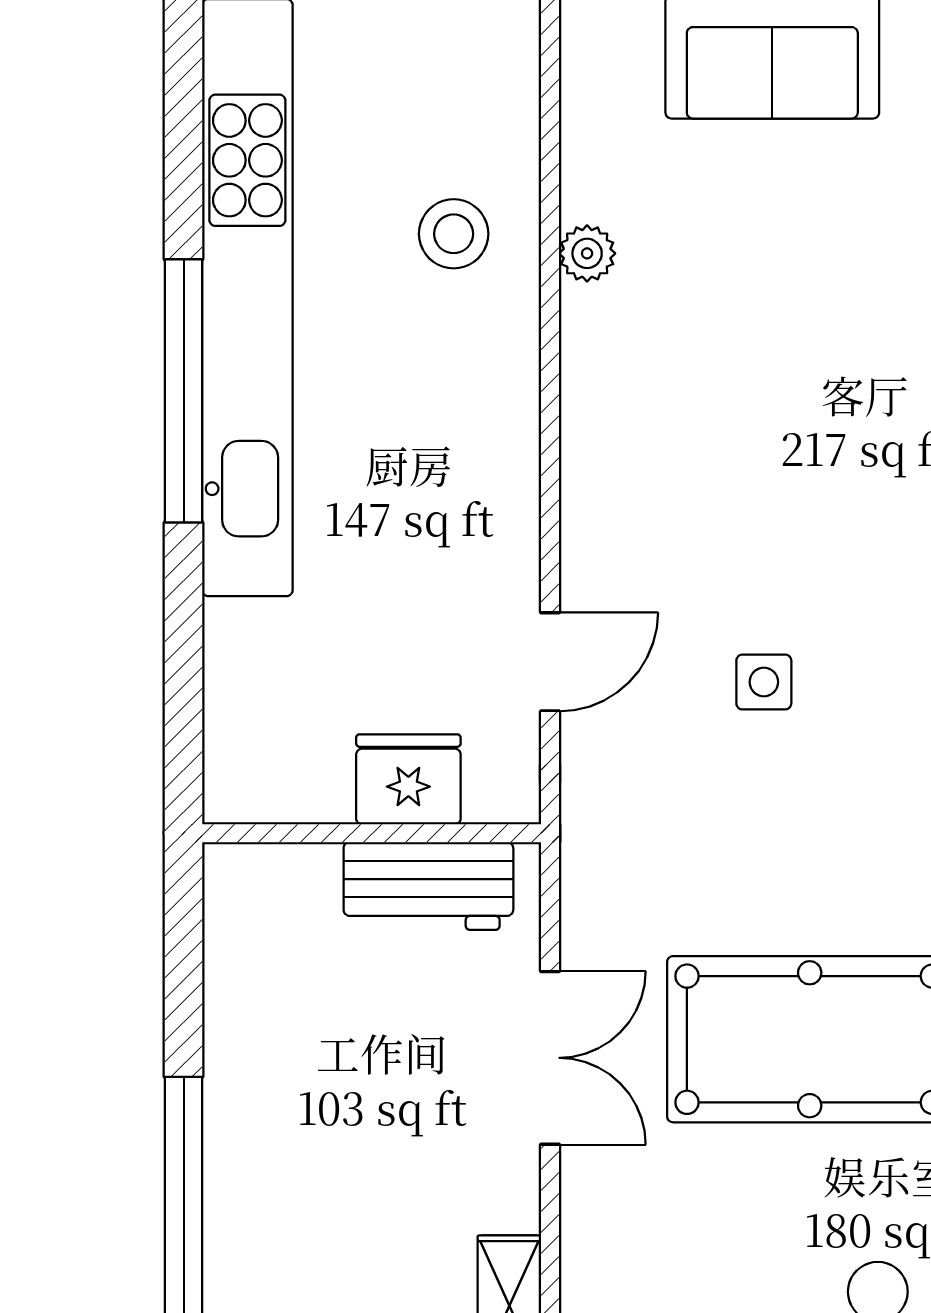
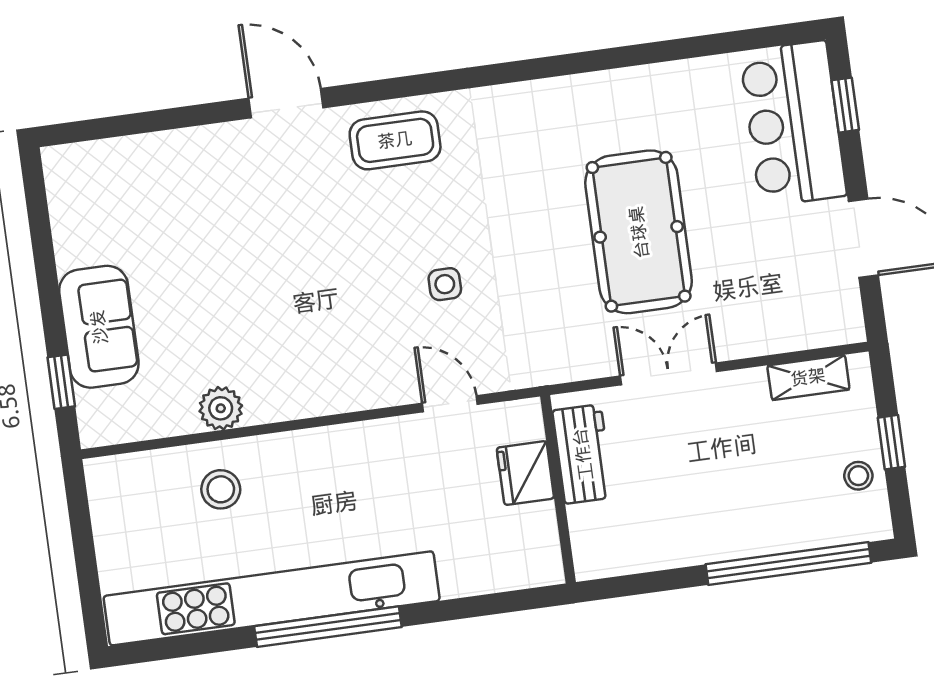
plant: (587, 253) -> (221, 408), width x1.38, depth x1.38

